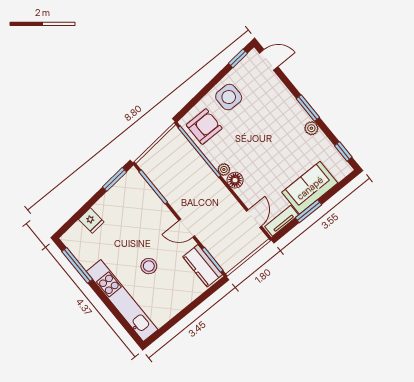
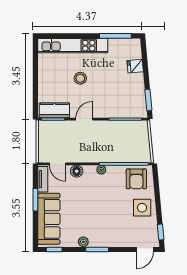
floor lamp: (235, 180) -> (77, 171), moved
sofa: (310, 188) -> (49, 219), width x1.36

